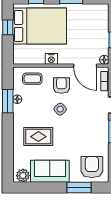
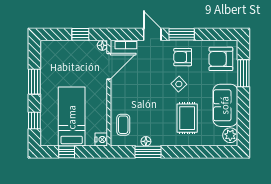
bed: (40, 26) -> (72, 117), width x0.67
nightstand: (51, 59) -> (101, 139), moved
armchair: (61, 86) -> (183, 57), moved
side table: (60, 109) -> (179, 84), moved

